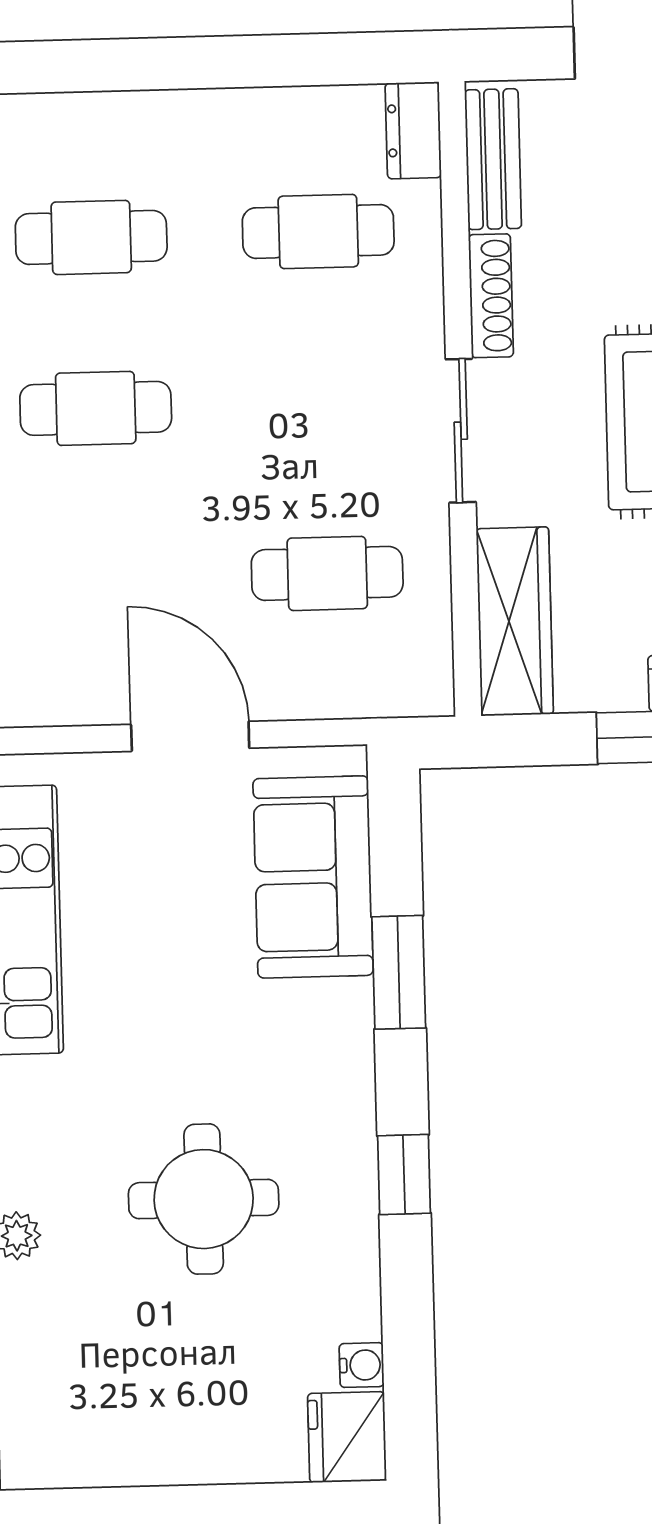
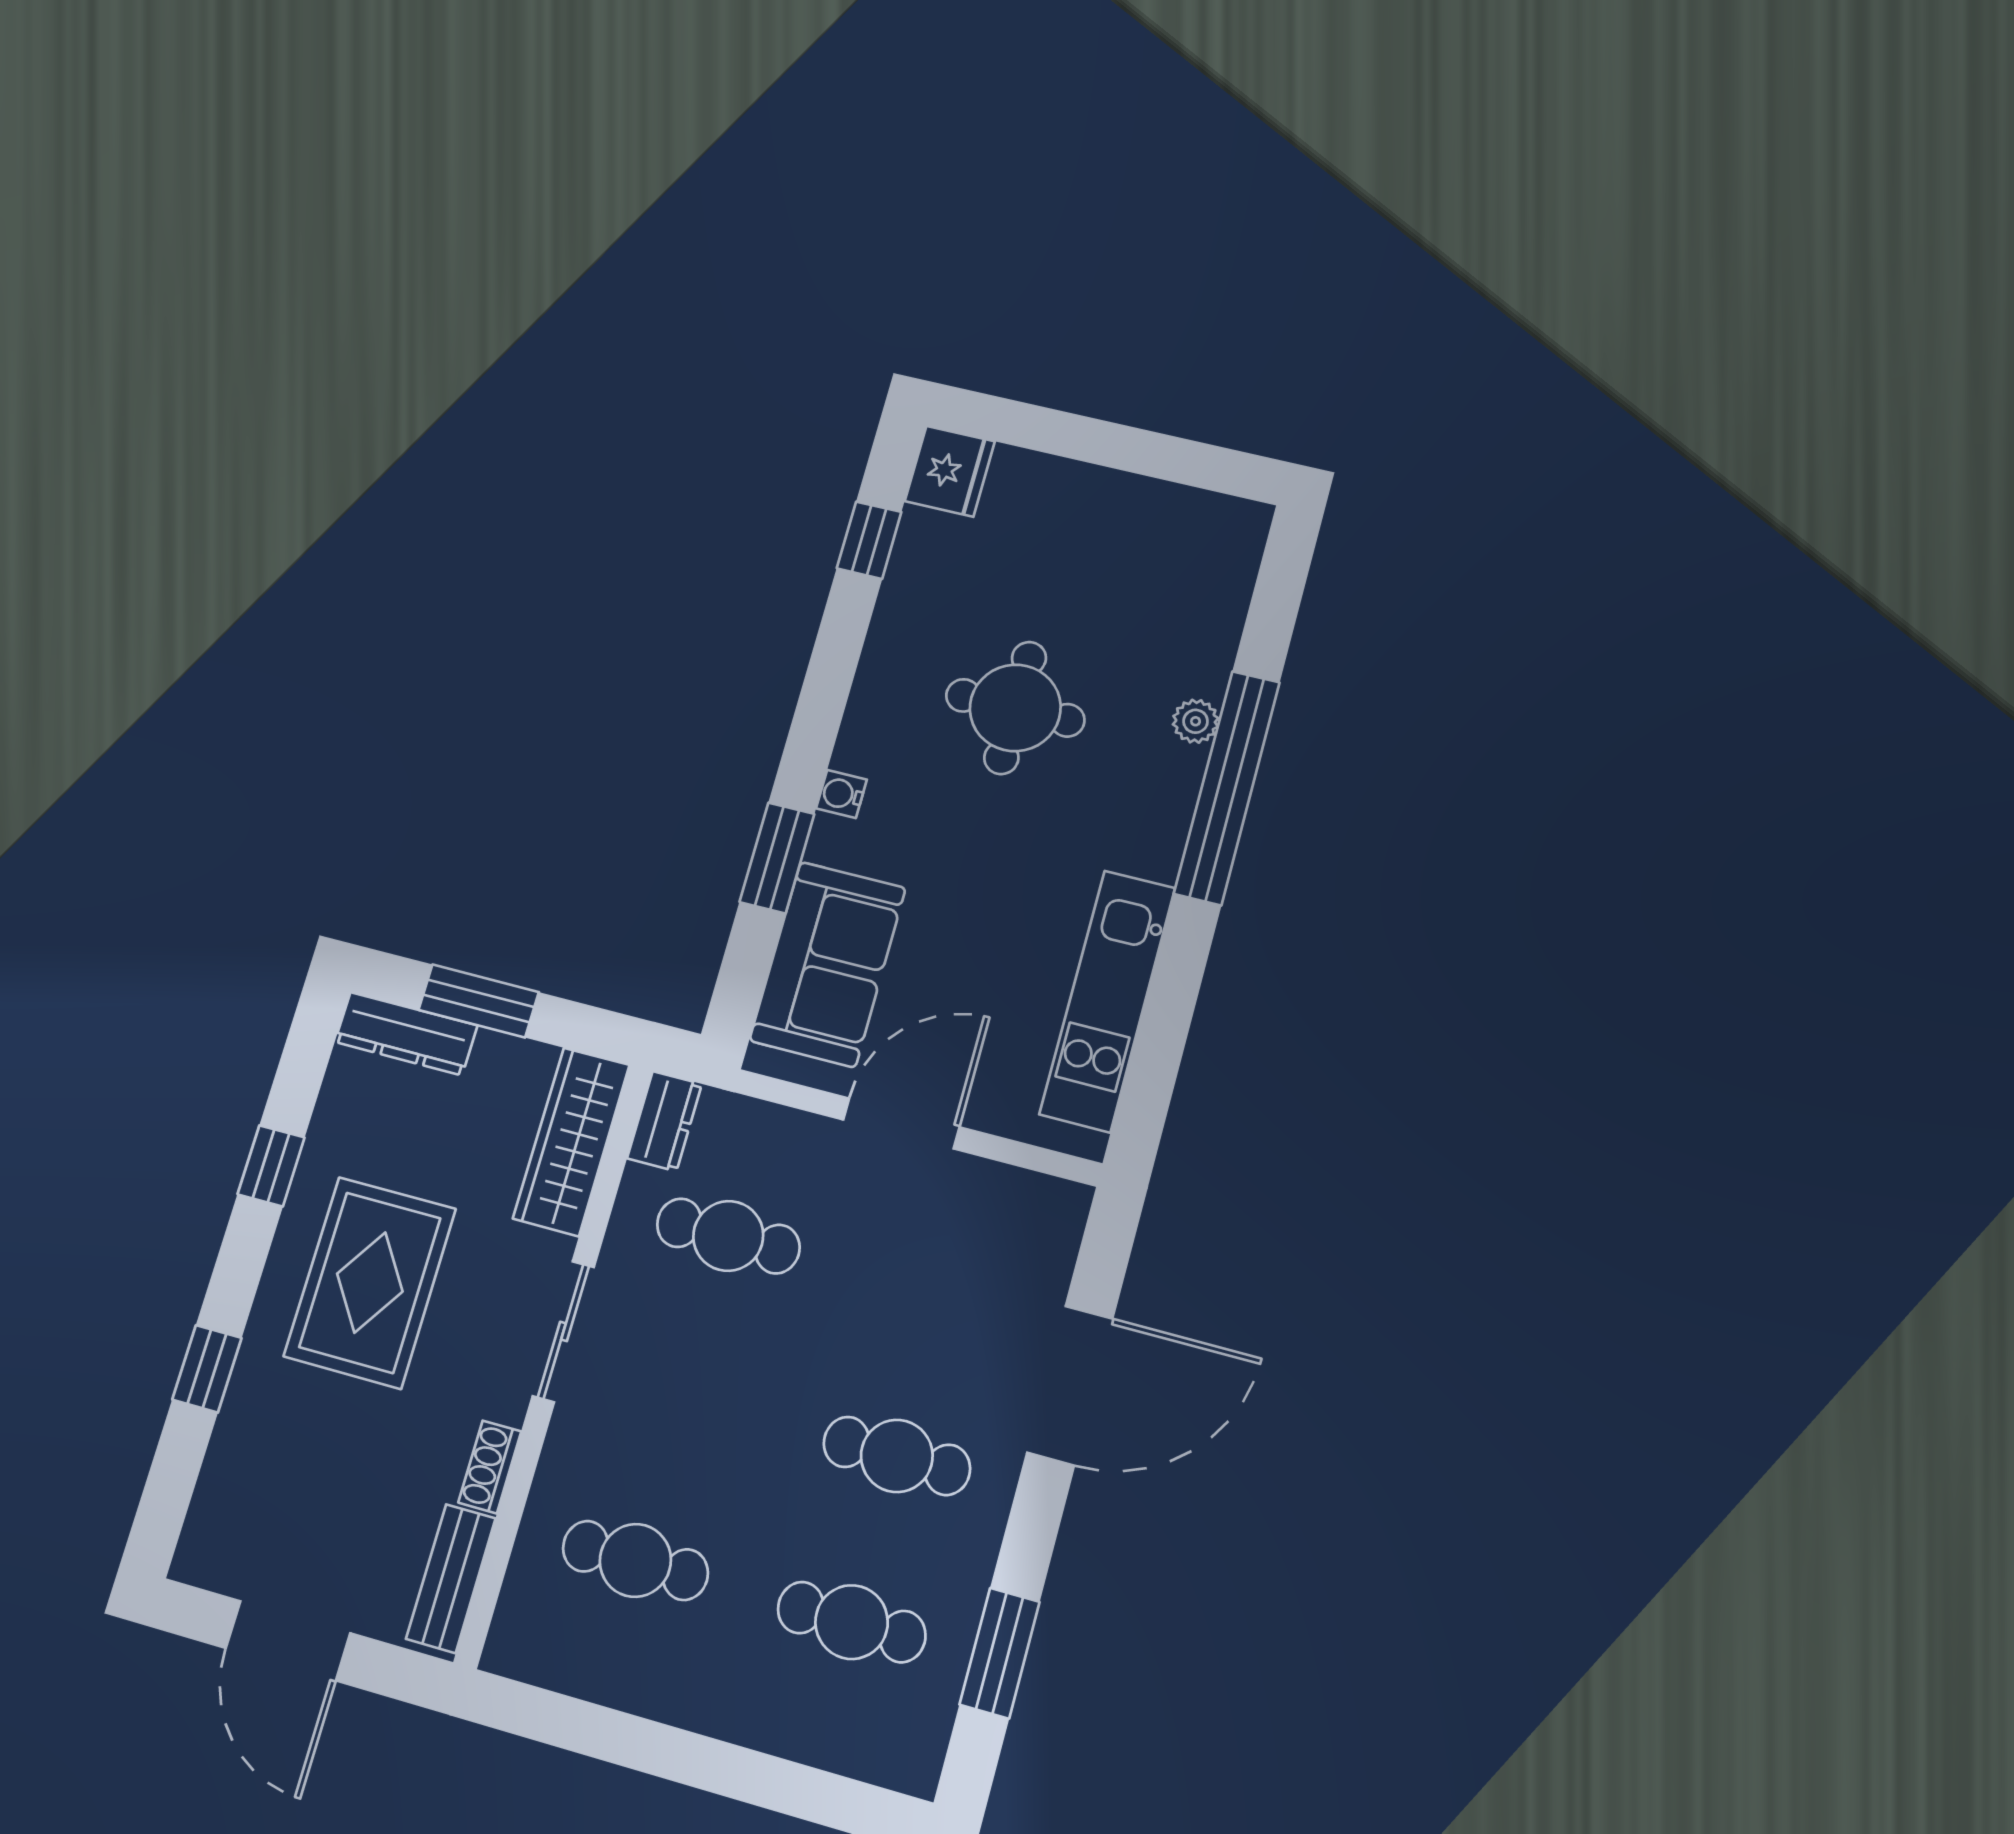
dresser: (413, 130) -> (665, 1121), moved
shoe rack: (491, 296) -> (490, 1467), width x0.70
door: (190, 736) -> (901, 1123), swing flipped
window: (404, 1174) -> (869, 540), moved
water cooler: (362, 1365) -> (841, 794), moved

